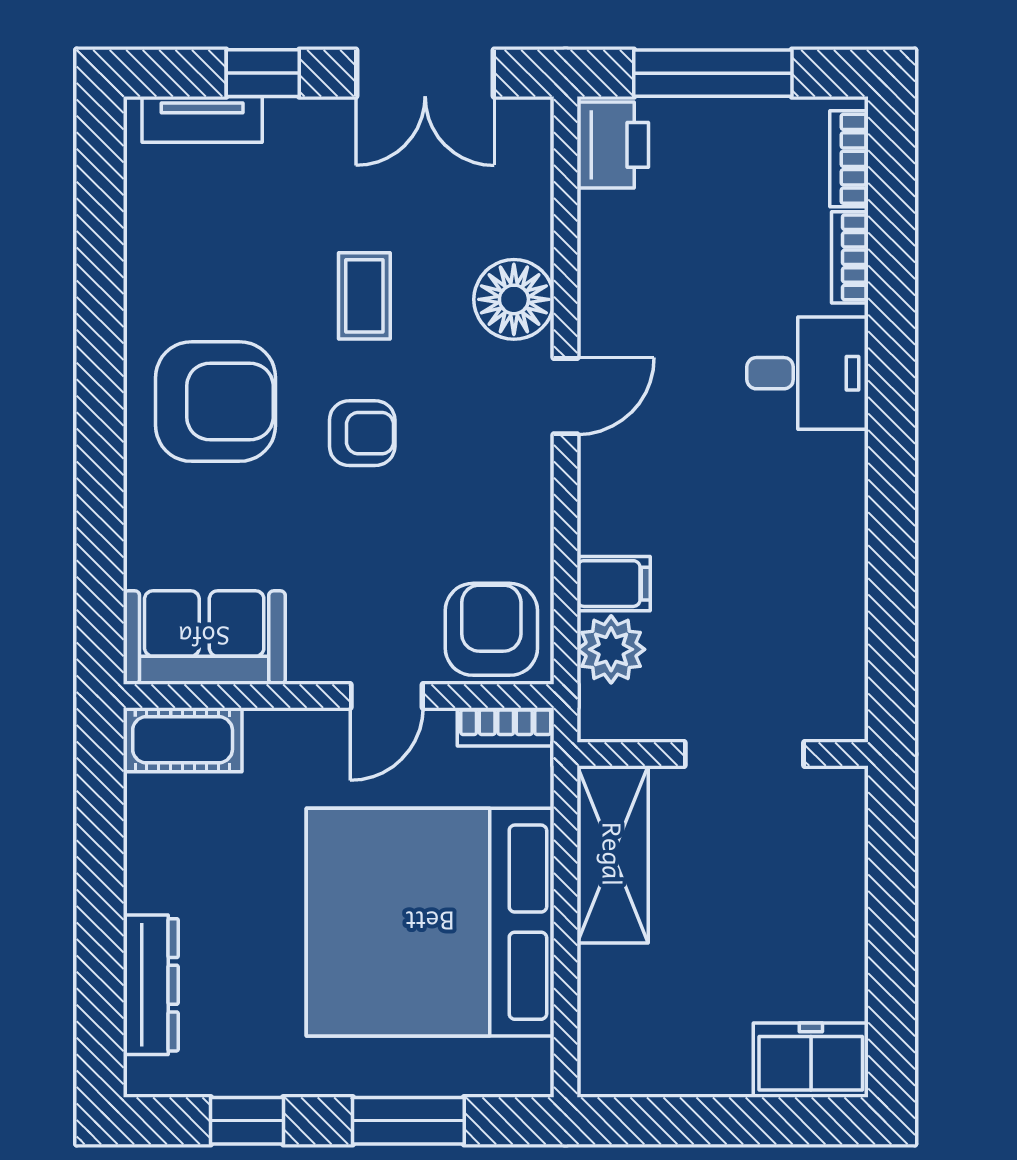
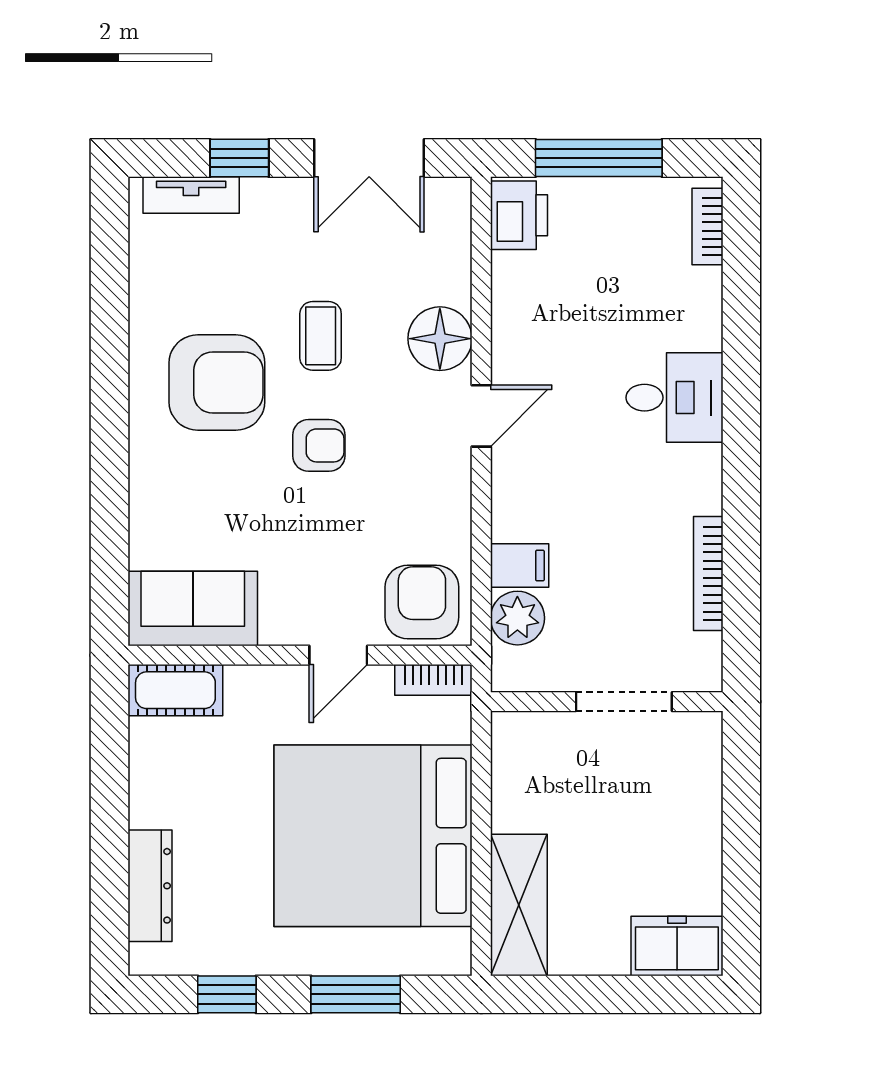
bookcase: (850, 257) -> (708, 574), moved, width x1.56
armchair: (216, 402) -> (217, 382), moved
shelving: (613, 854) -> (519, 905), moved

